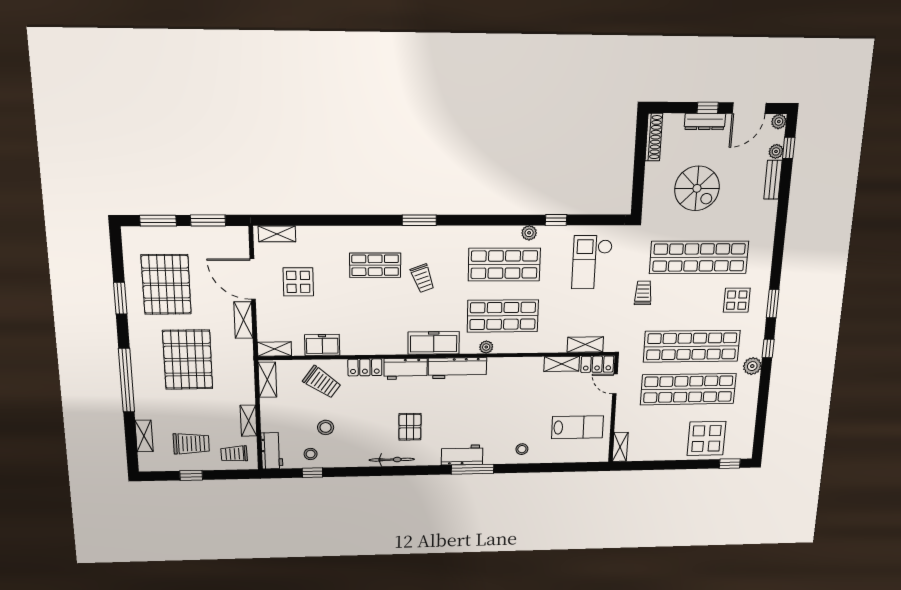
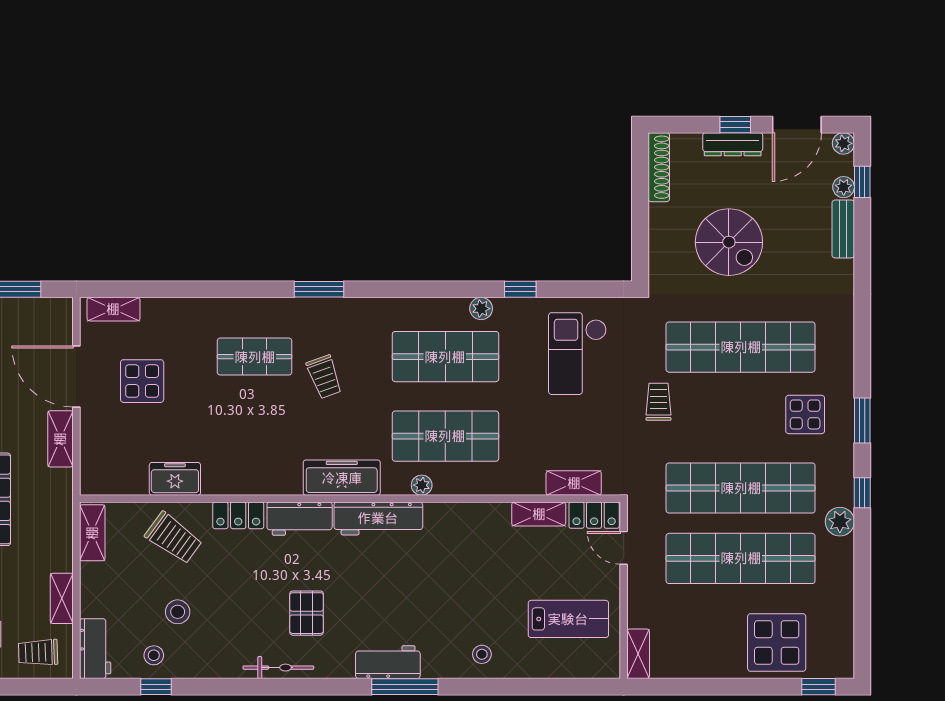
shelving: (274, 349) -> (104, 484), removed

